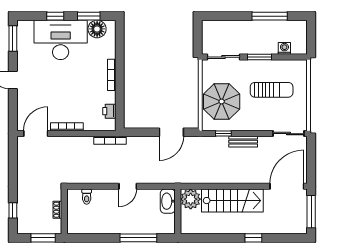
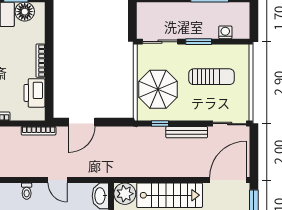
printer: (109, 111) -> (34, 93), width x1.87, depth x1.48
door: (171, 132) -> (82, 122), moved
bench: (243, 142) -> (187, 132), width x1.36
door: (128, 186) -> (58, 180), hinge flipped
toilet: (87, 197) -> (27, 191), moved

